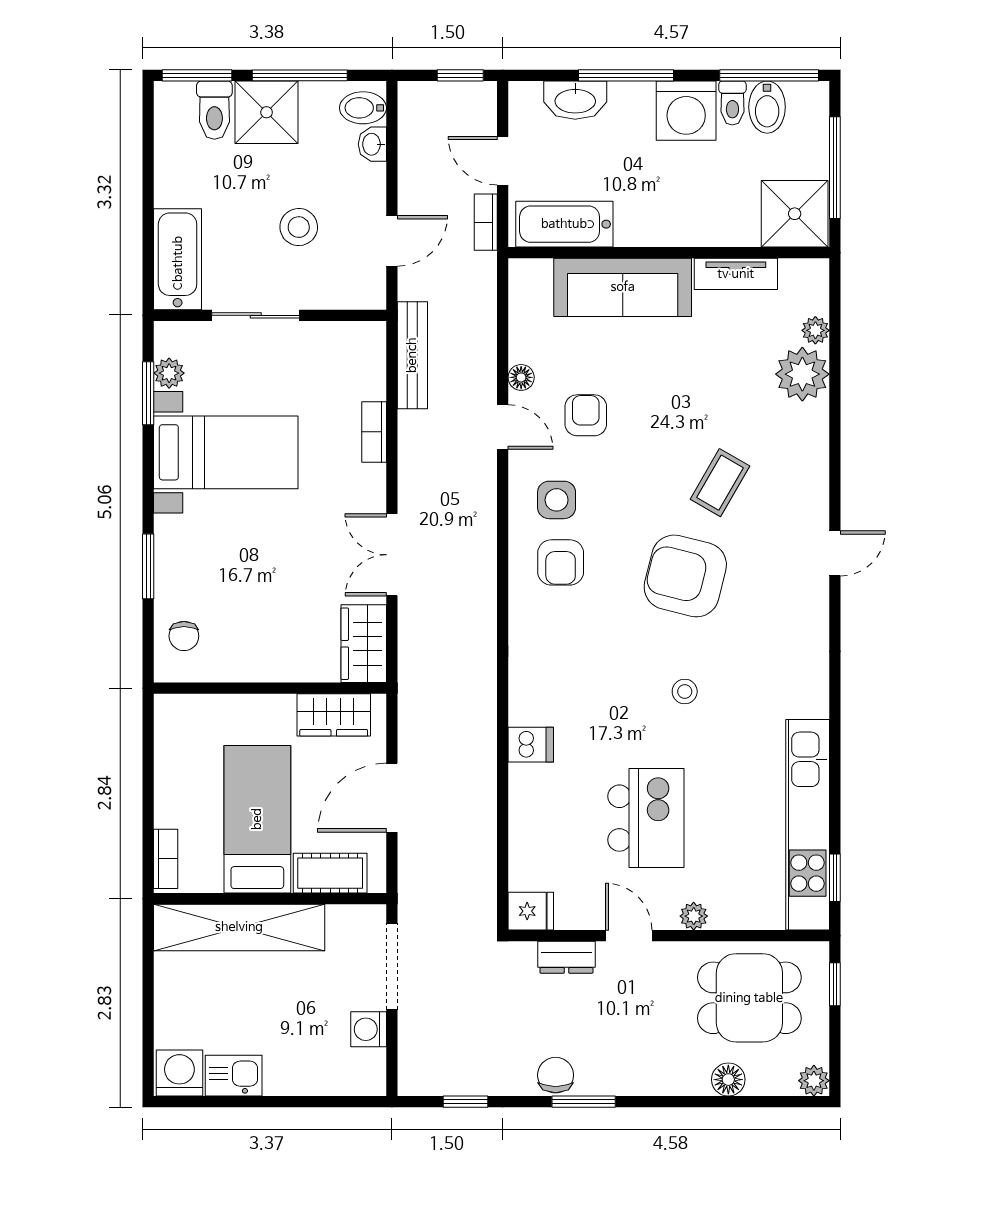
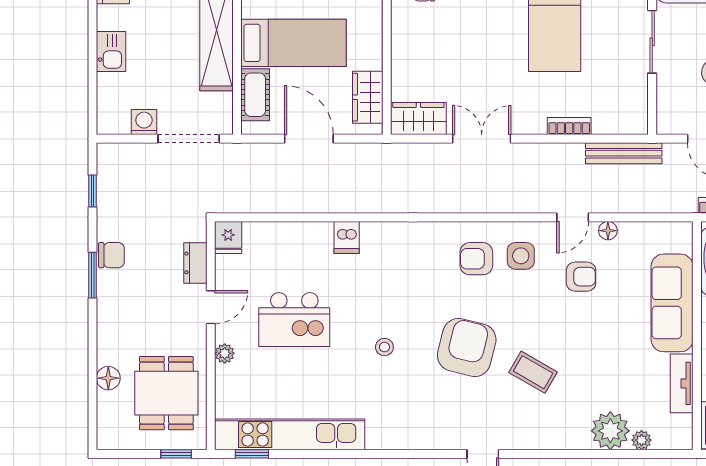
kitchen sink: (234, 1076) -> (111, 52), moved
plant: (814, 1081) -> (107, 439), removed

